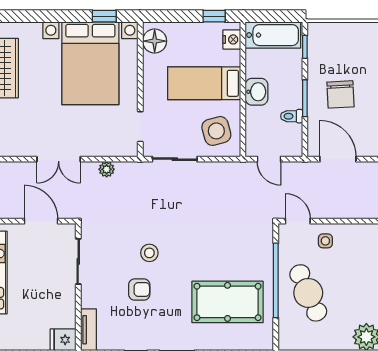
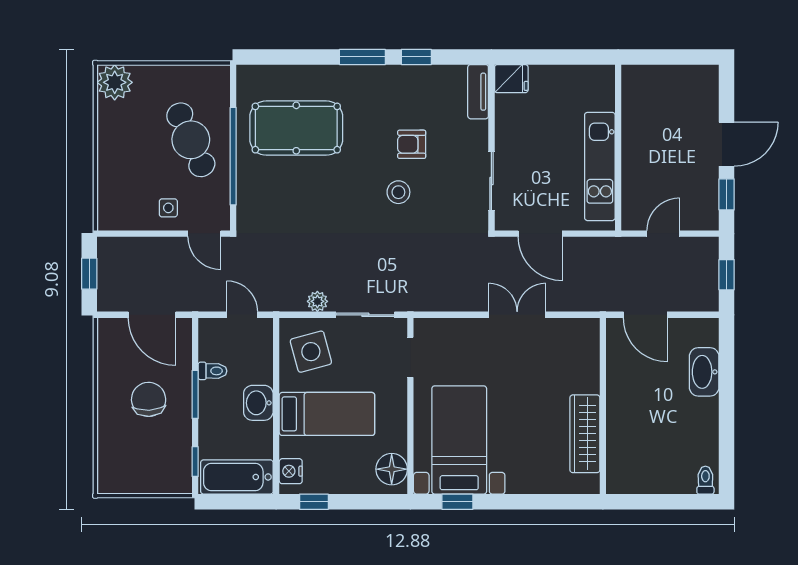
bed with nightstands: (90, 63) -> (459, 440), width x0.73
plant: (107, 169) -> (317, 301), moved

